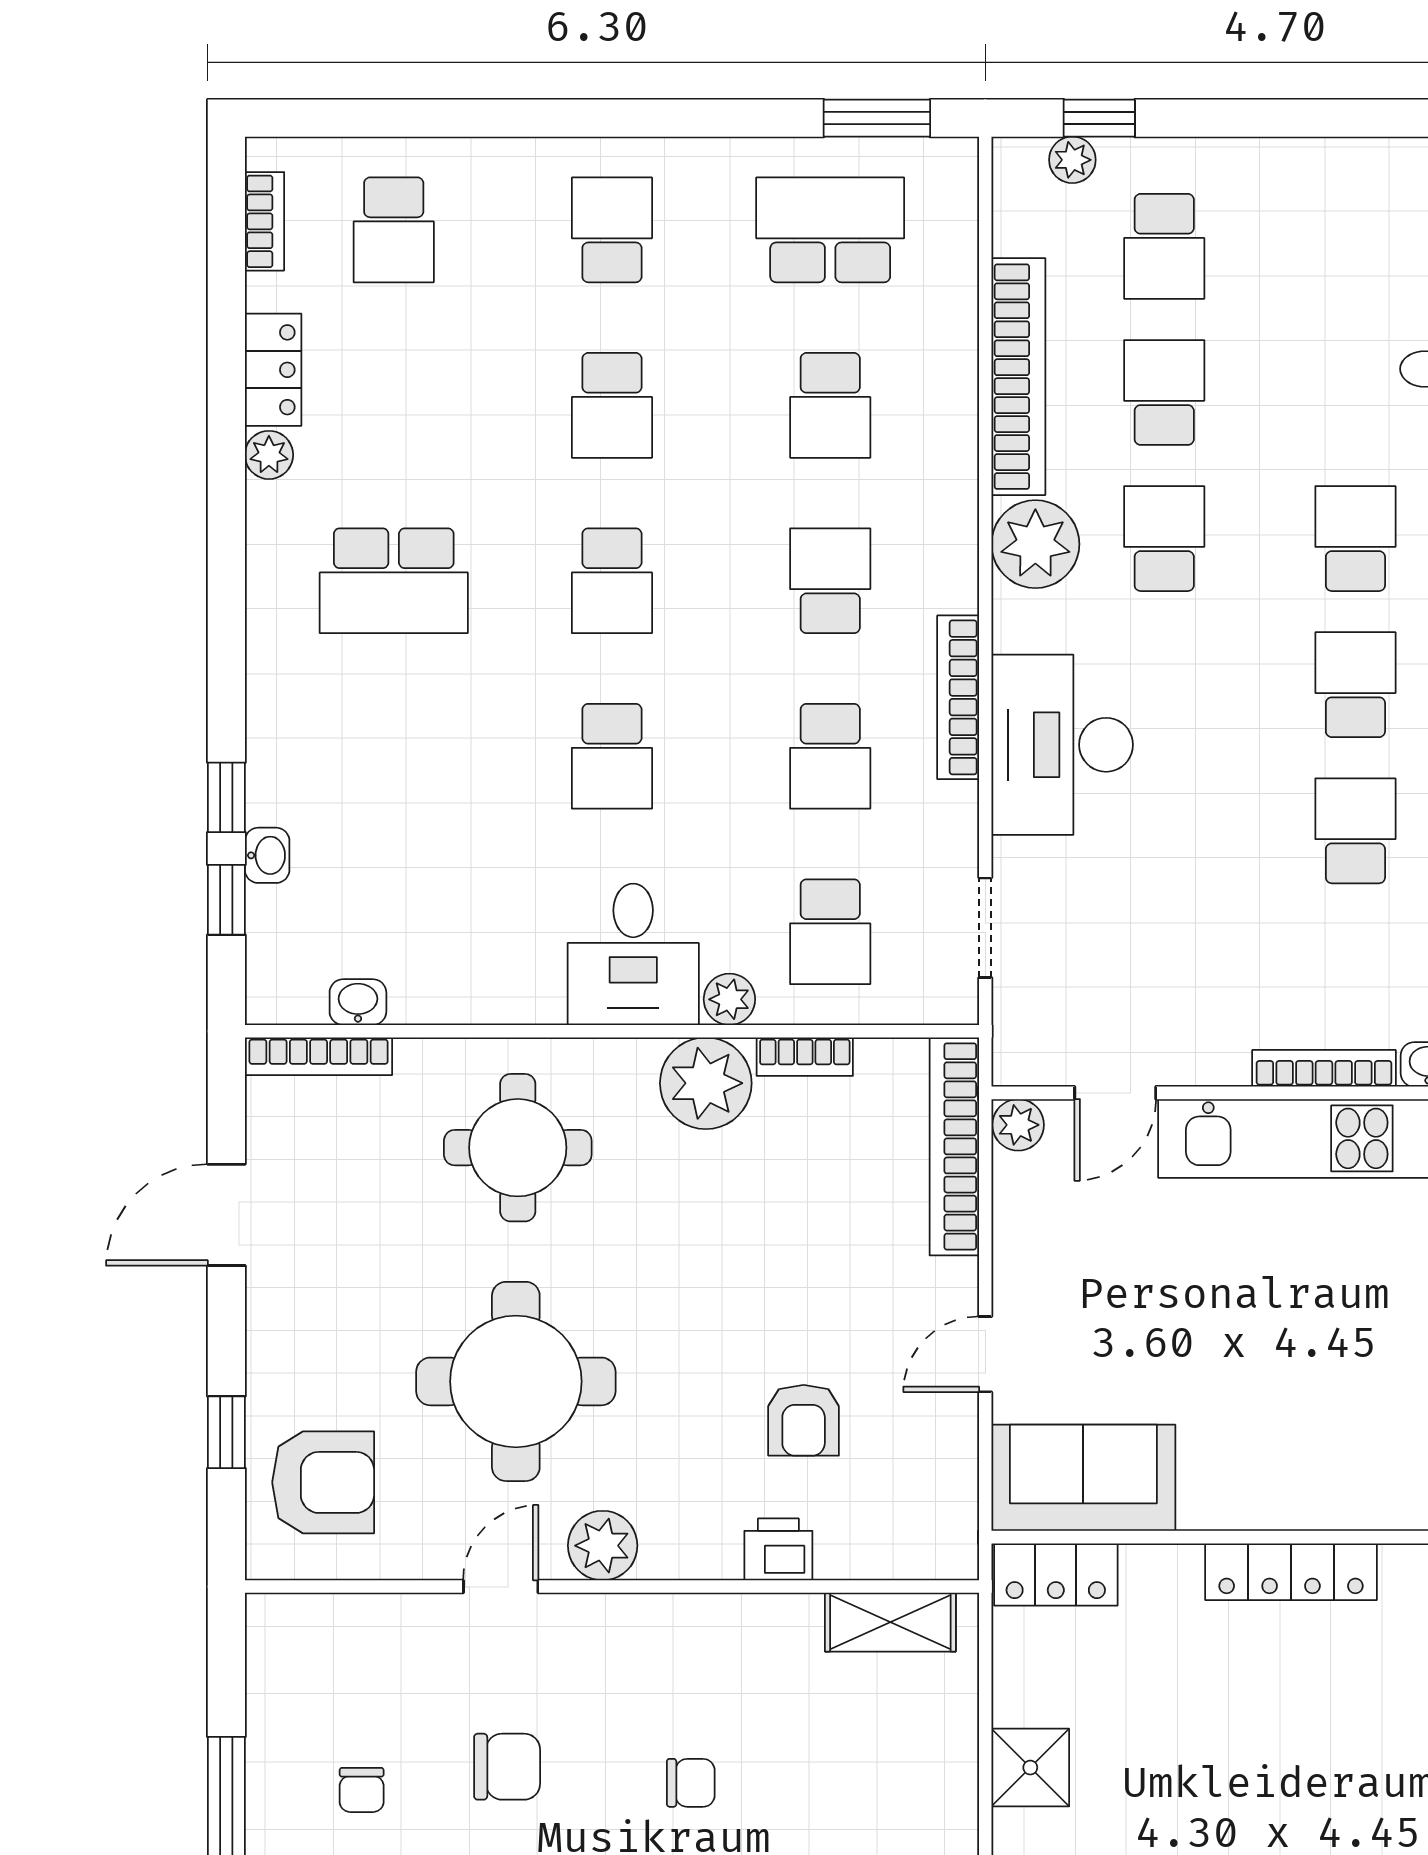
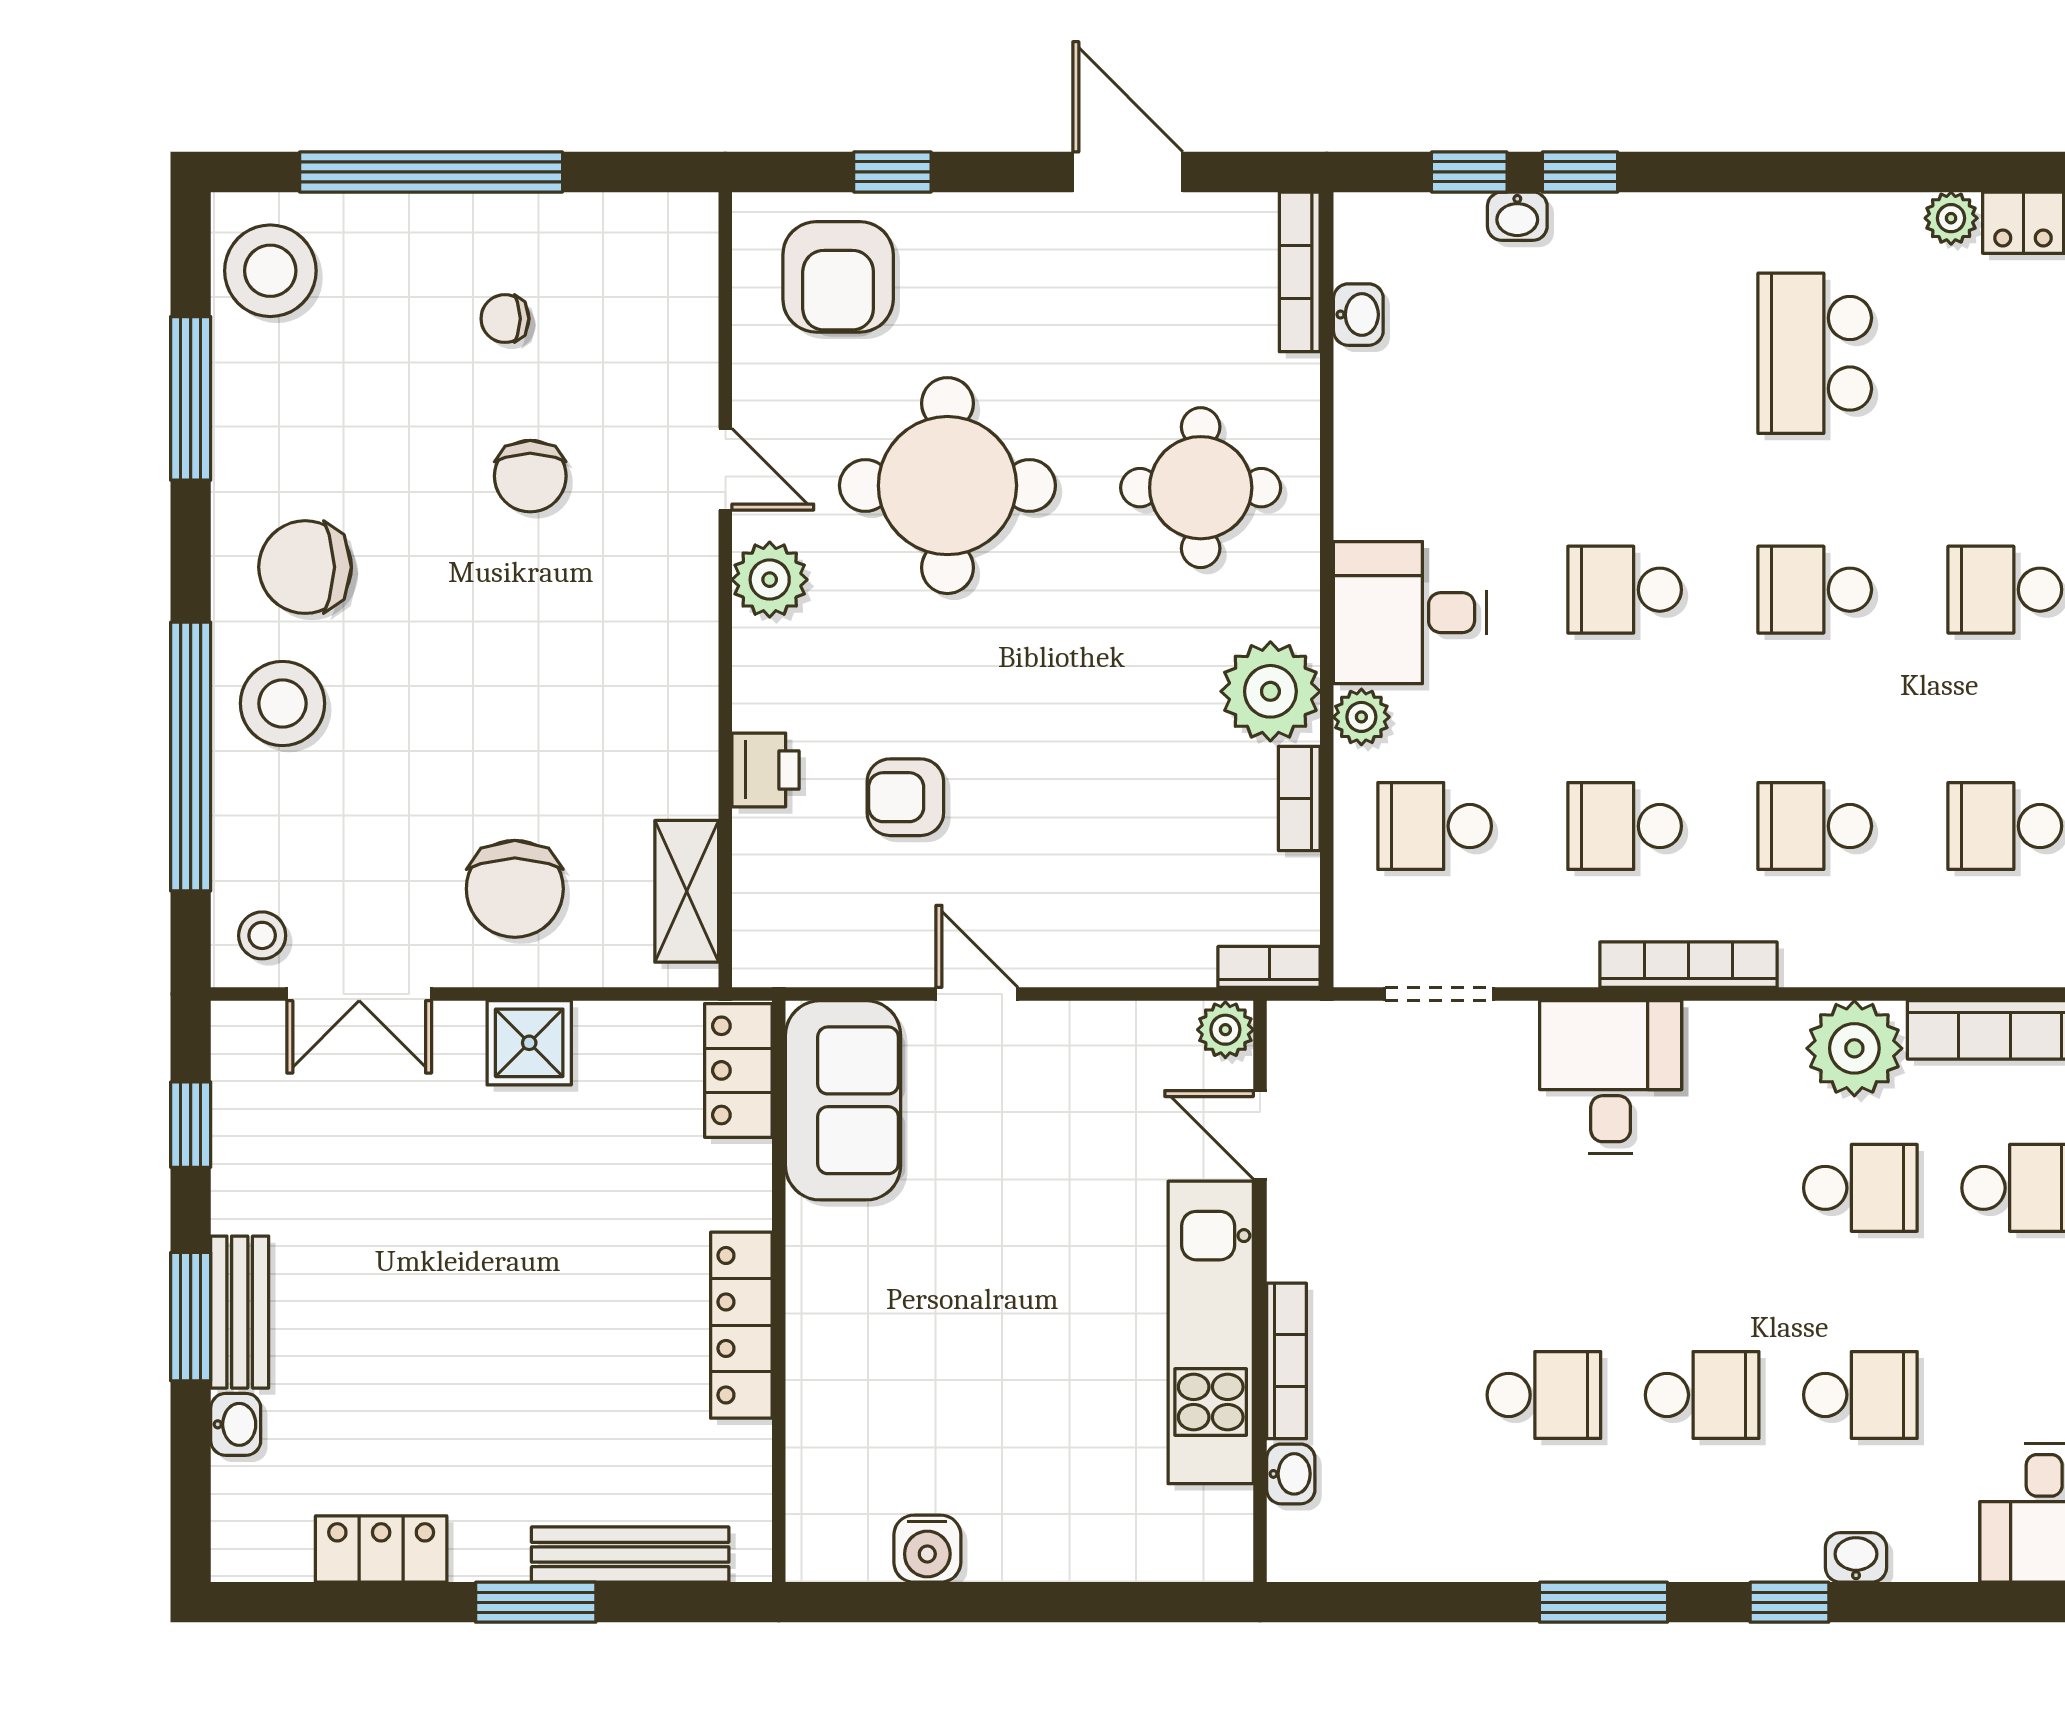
school desk: (830, 581) -> (1815, 826), turned 180
desk: (1062, 745) -> (1611, 1077), width x0.73
bookcase: (954, 1146) -> (1269, 967), width x0.43, depth x0.76
chair: (691, 1783) -> (515, 889), moved, width x1.87, depth x1.87

